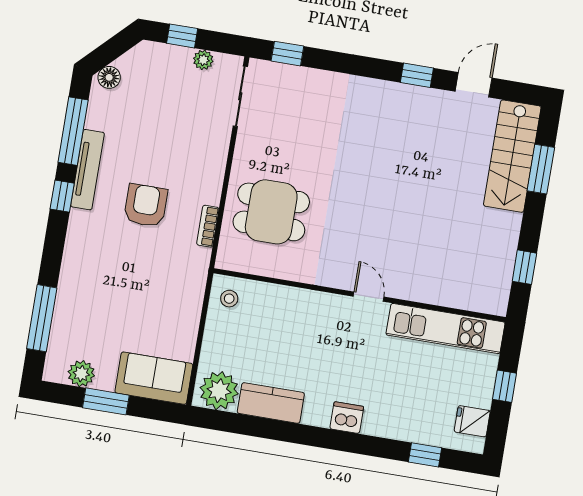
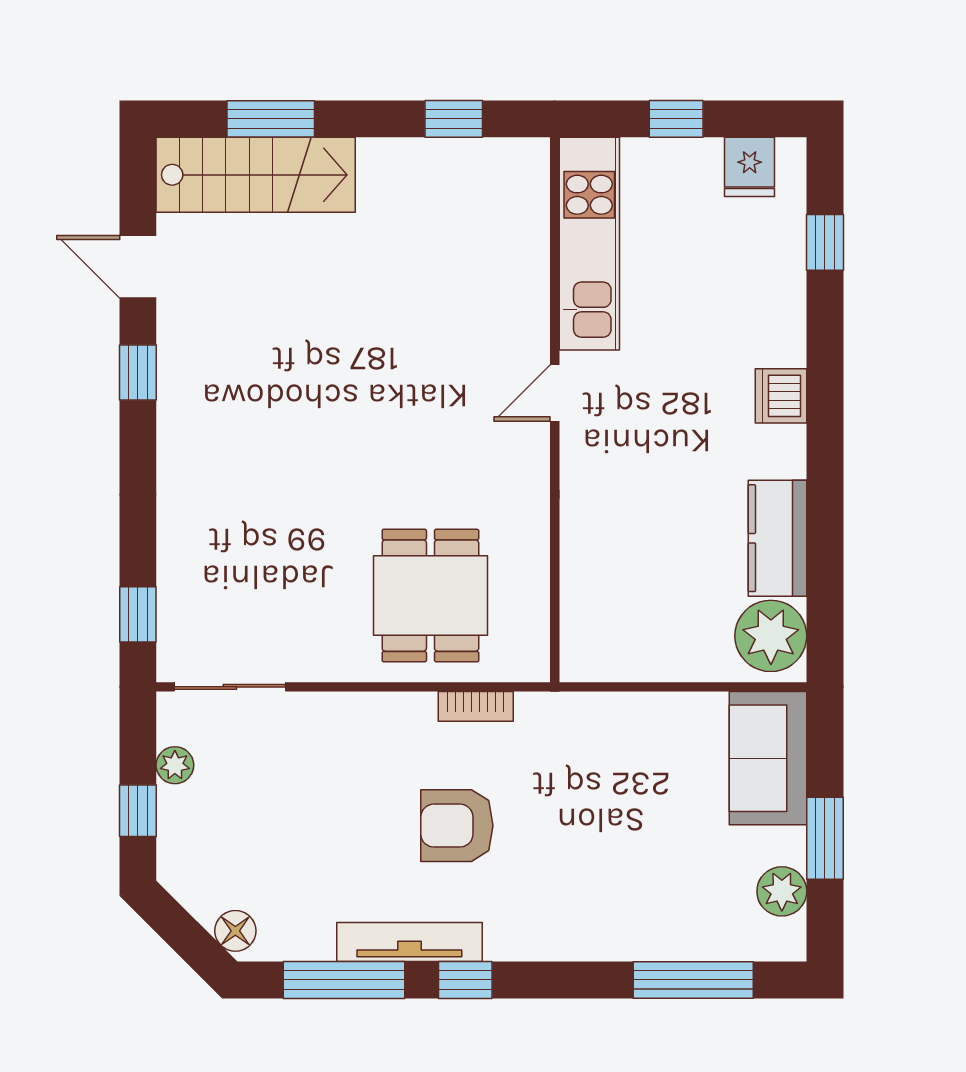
stool: (229, 299) -> (601, 645), removed

